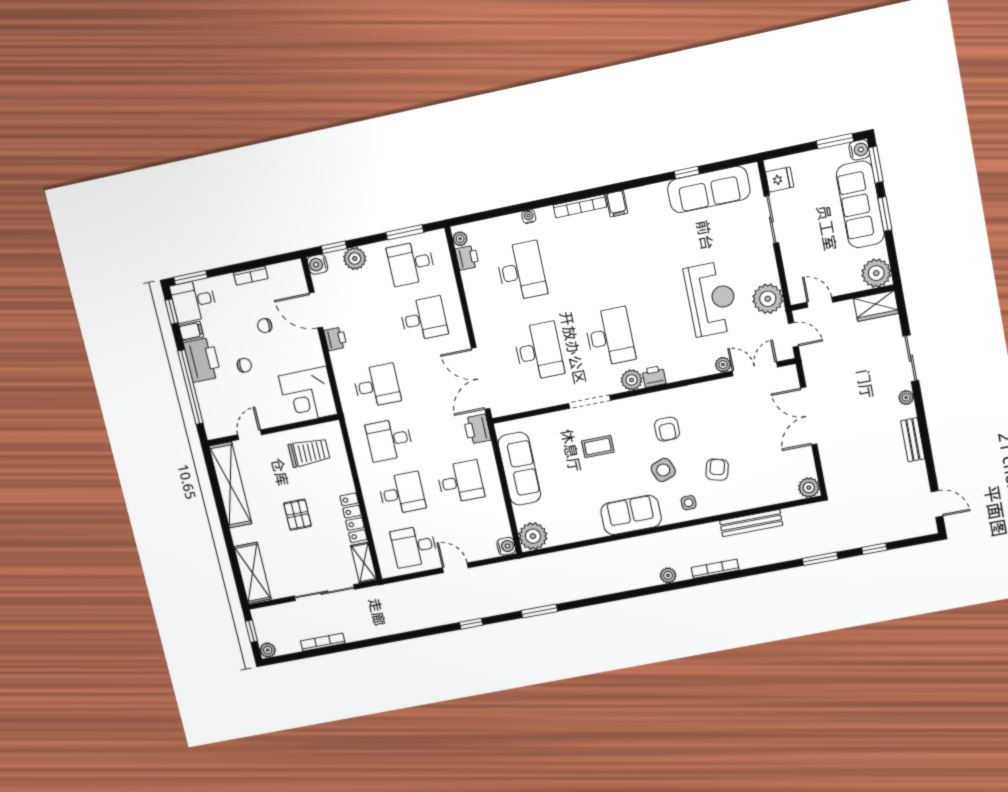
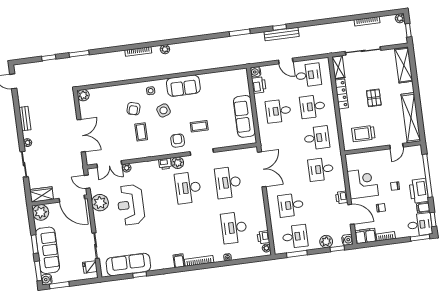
filing cabinet: (286, 274) -> (365, 236), added
door: (820, 302) -> (72, 199), width x1.87
corner desk: (308, 395) -> (363, 183), moved
printer: (477, 429) -> (259, 85), moved
armchair: (667, 429) -> (178, 141), moved
coffee table: (701, 430) -> (141, 132), added
bench: (751, 523) -> (282, 34), moved
plant: (533, 536) -> (240, 77), removed

